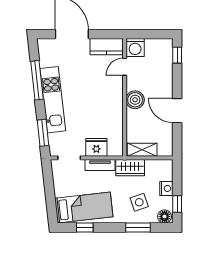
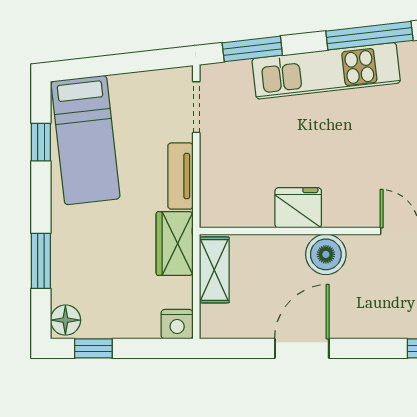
fridge: (96, 147) -> (298, 208), moved, turned -90
nightstand: (166, 188) -> (177, 324), moved
side table: (139, 202) -> (97, 264), removed

